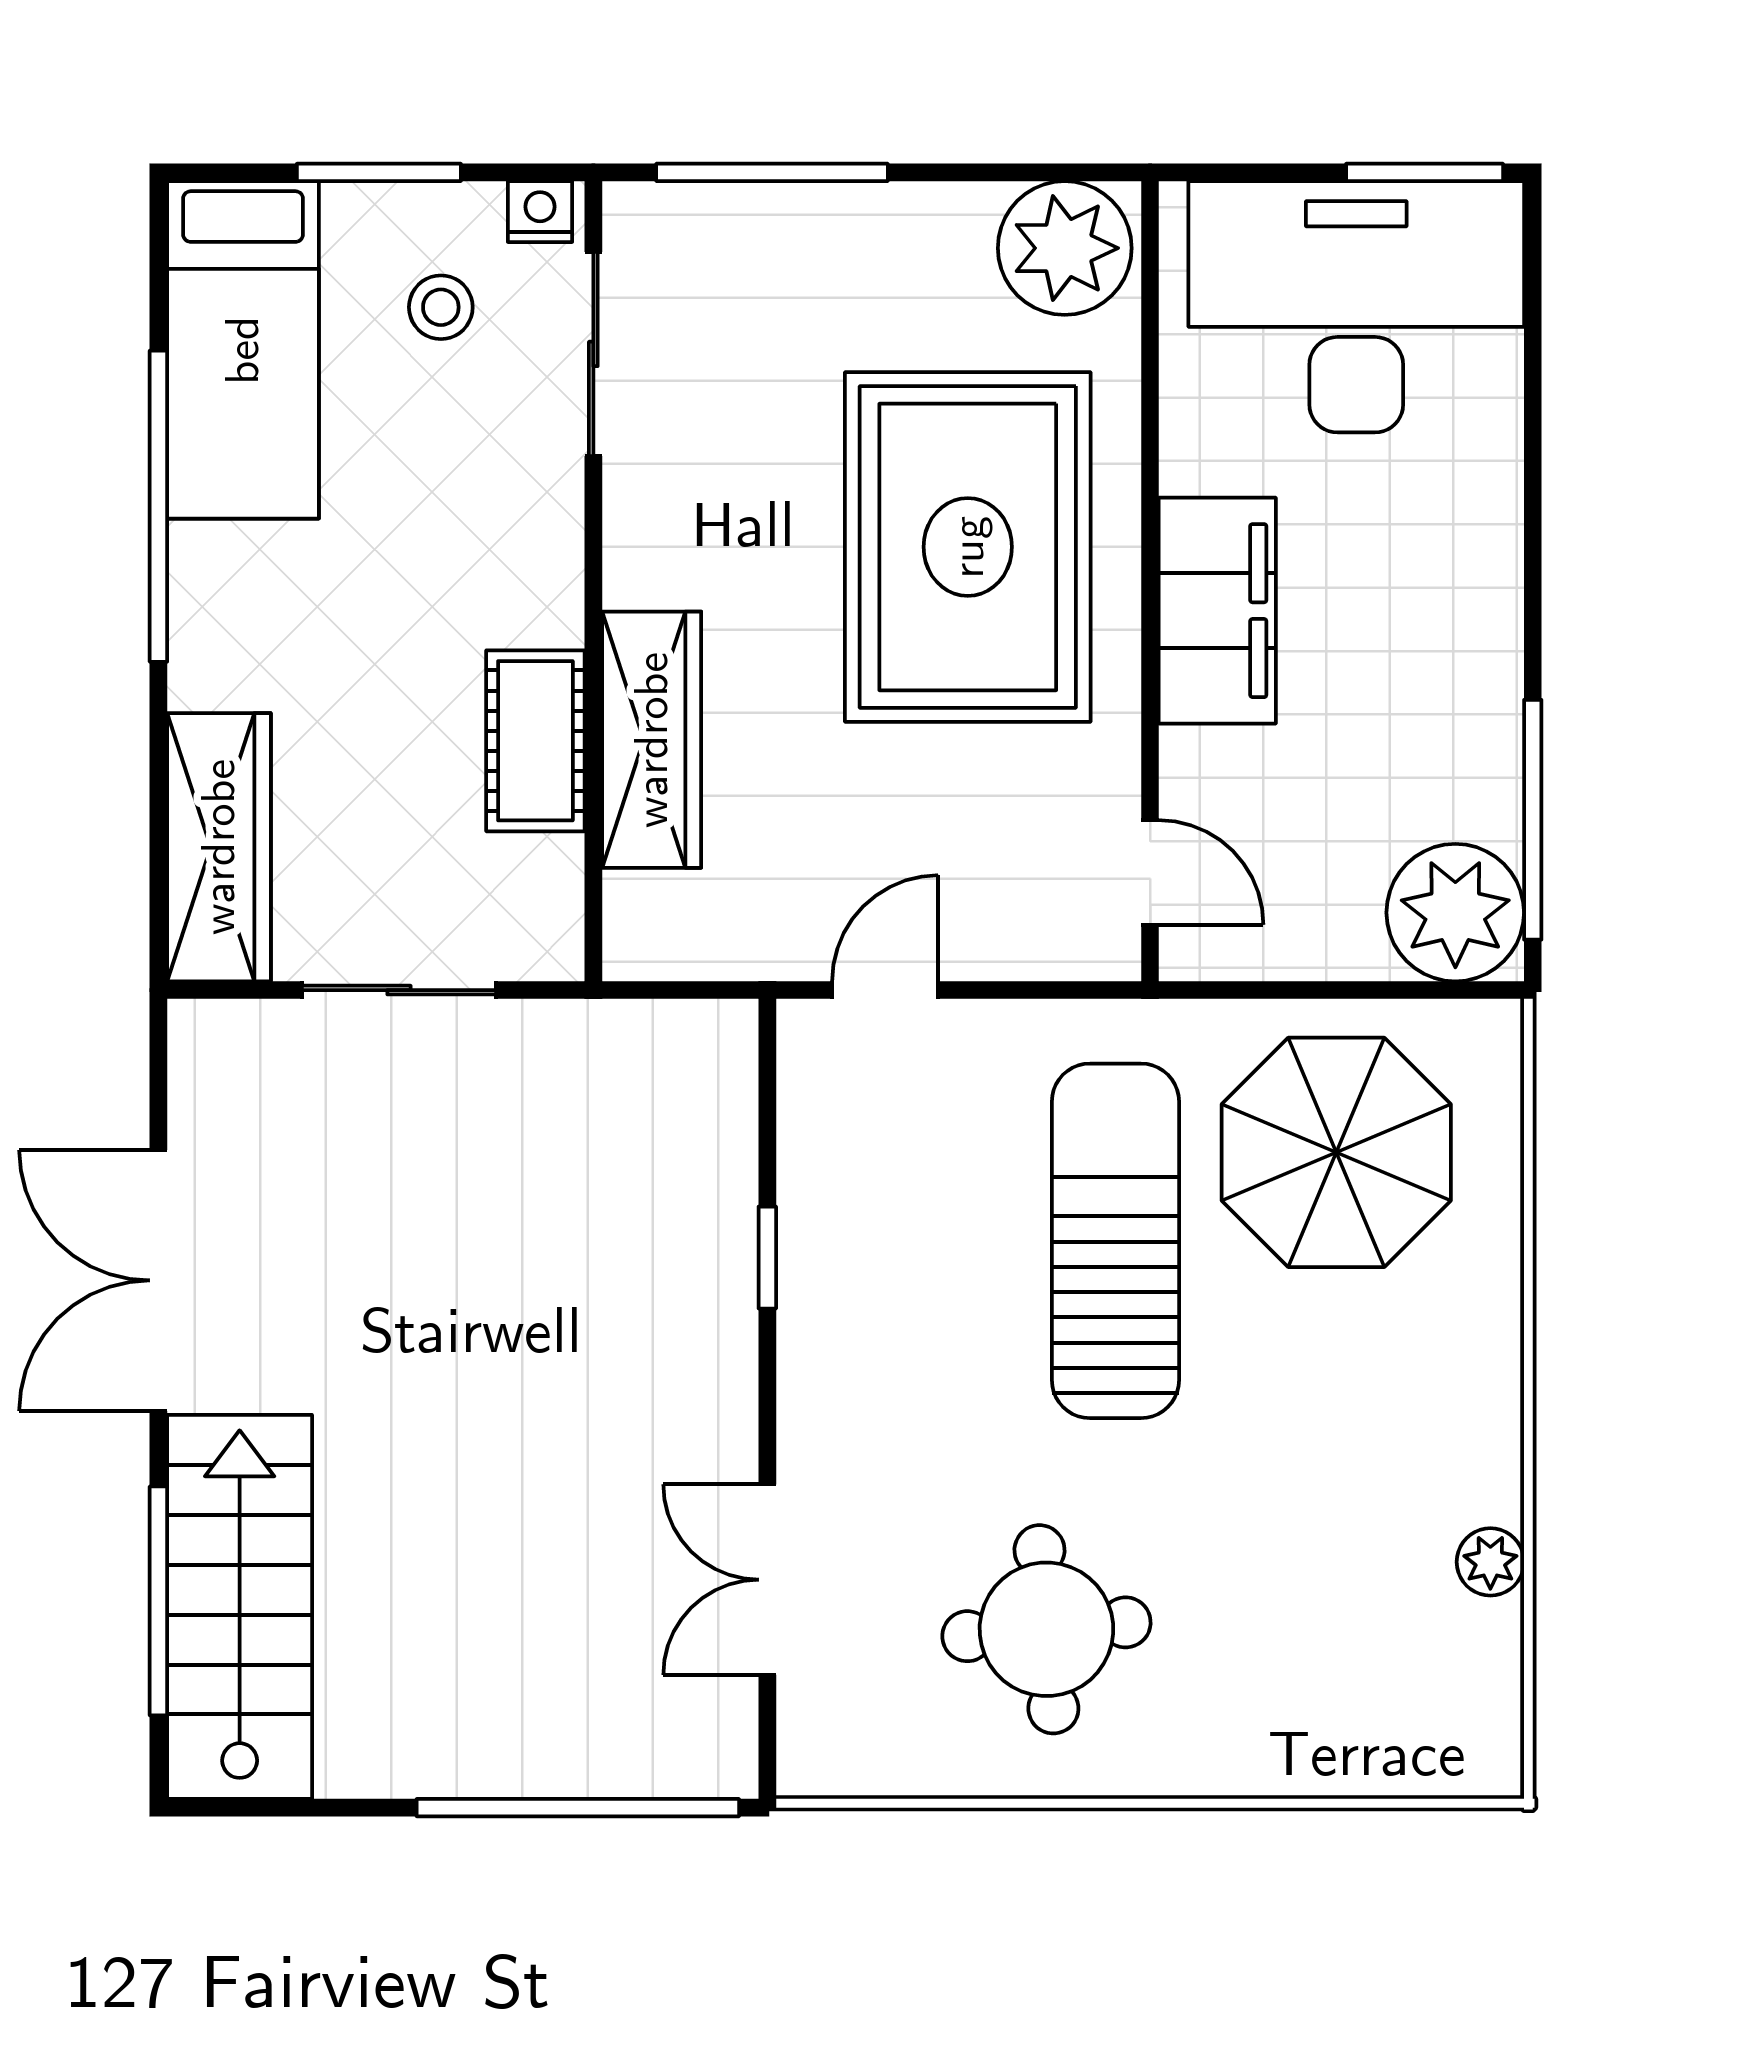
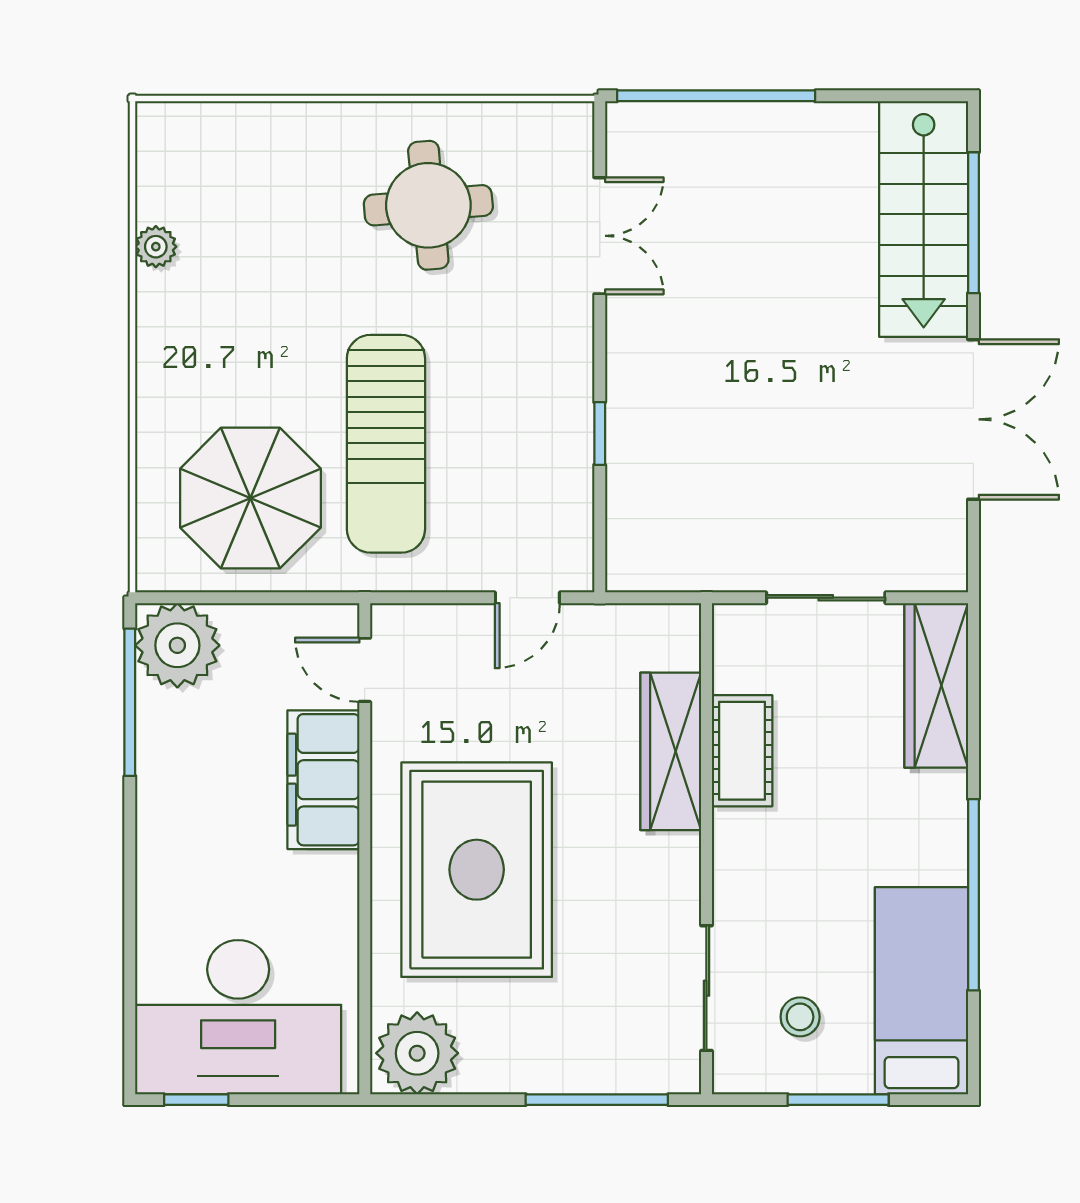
window: (1425, 172) -> (196, 1100), width x0.67
nightstand: (540, 212) -> (739, 1076), removed
filing cabinet: (1217, 611) -> (323, 780), moved

